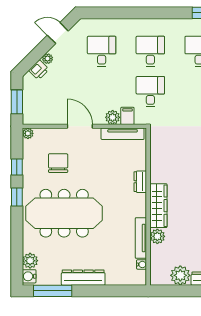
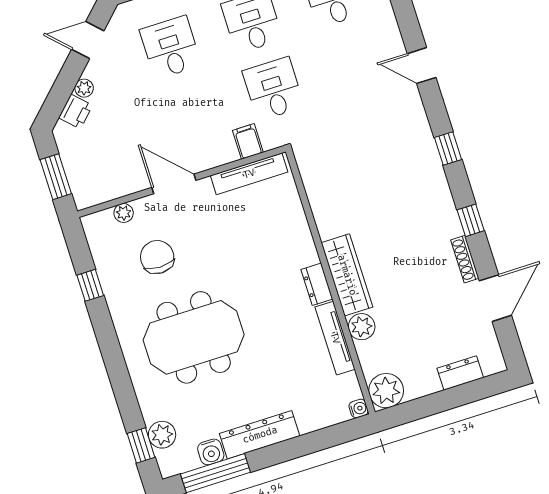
plant: (113, 117) -> (224, 152), removed
plant: (28, 133) -> (124, 213), moved
dresser: (140, 182) -> (317, 284), moved
window: (17, 197) -> (141, 445), moved
meeting table: (64, 213) -> (194, 337), width x0.73
water cooler: (142, 264) -> (359, 409), moved
plant: (180, 275) -> (386, 391), moved
water cooler: (29, 276) -> (211, 452), moved, turned -90

